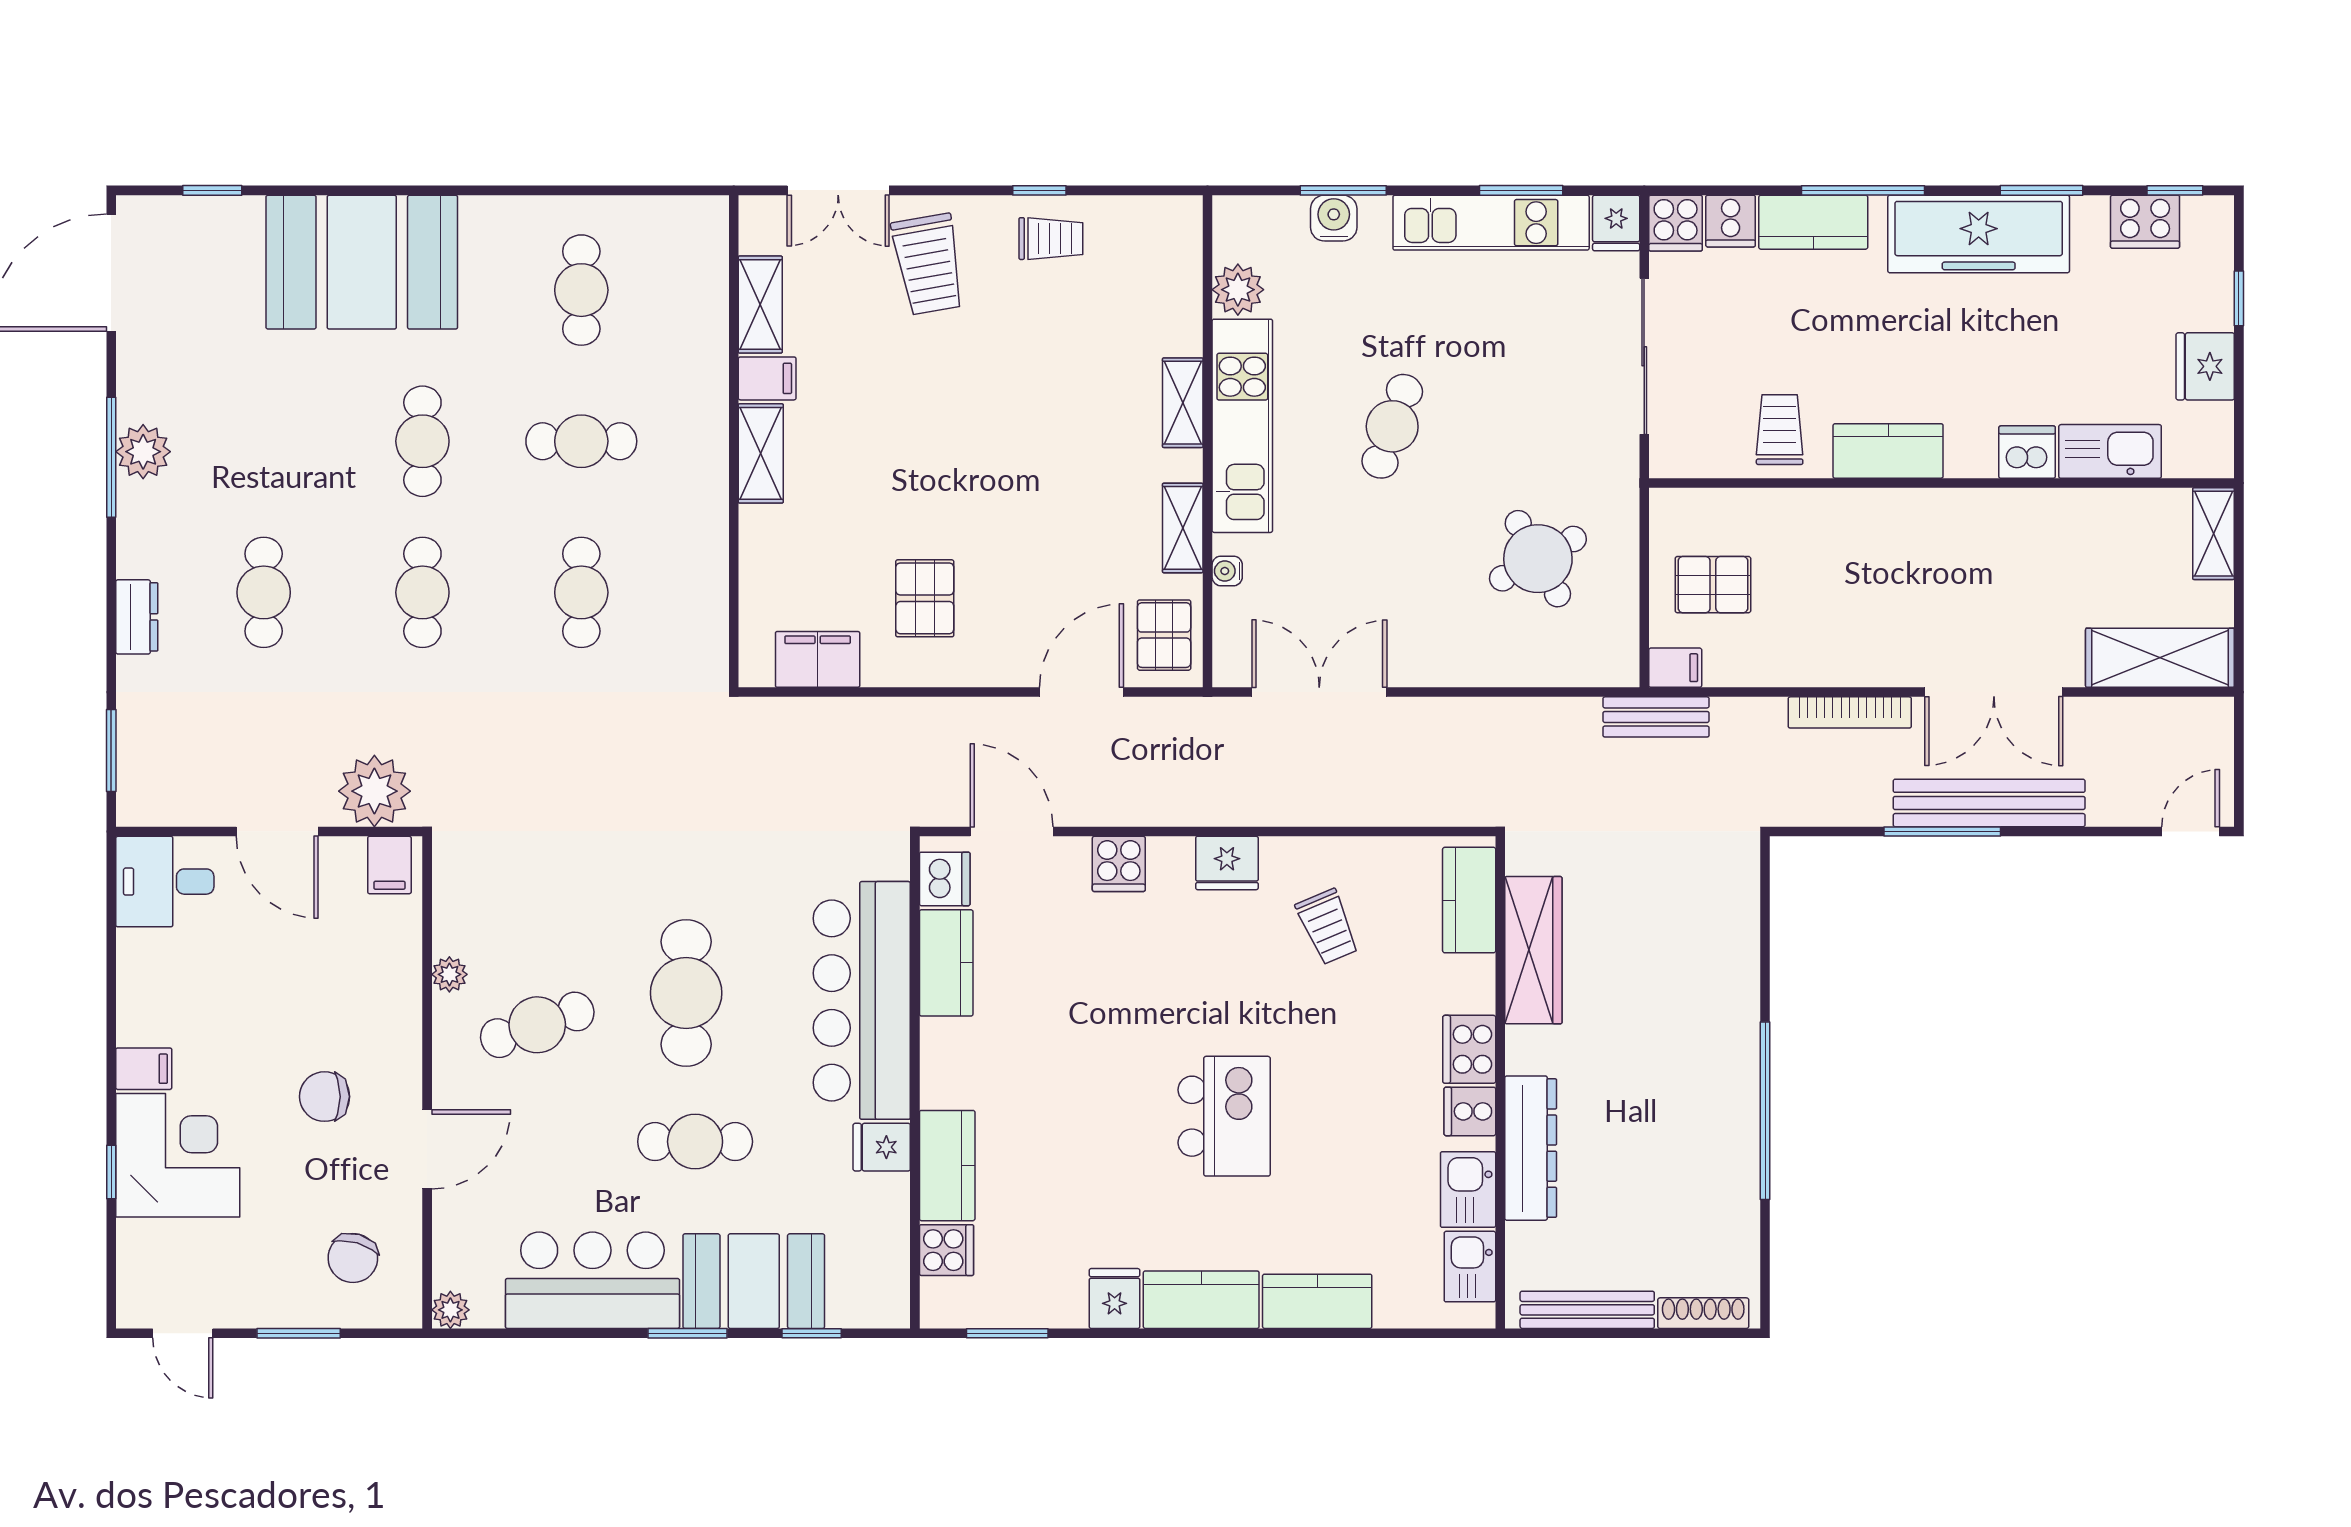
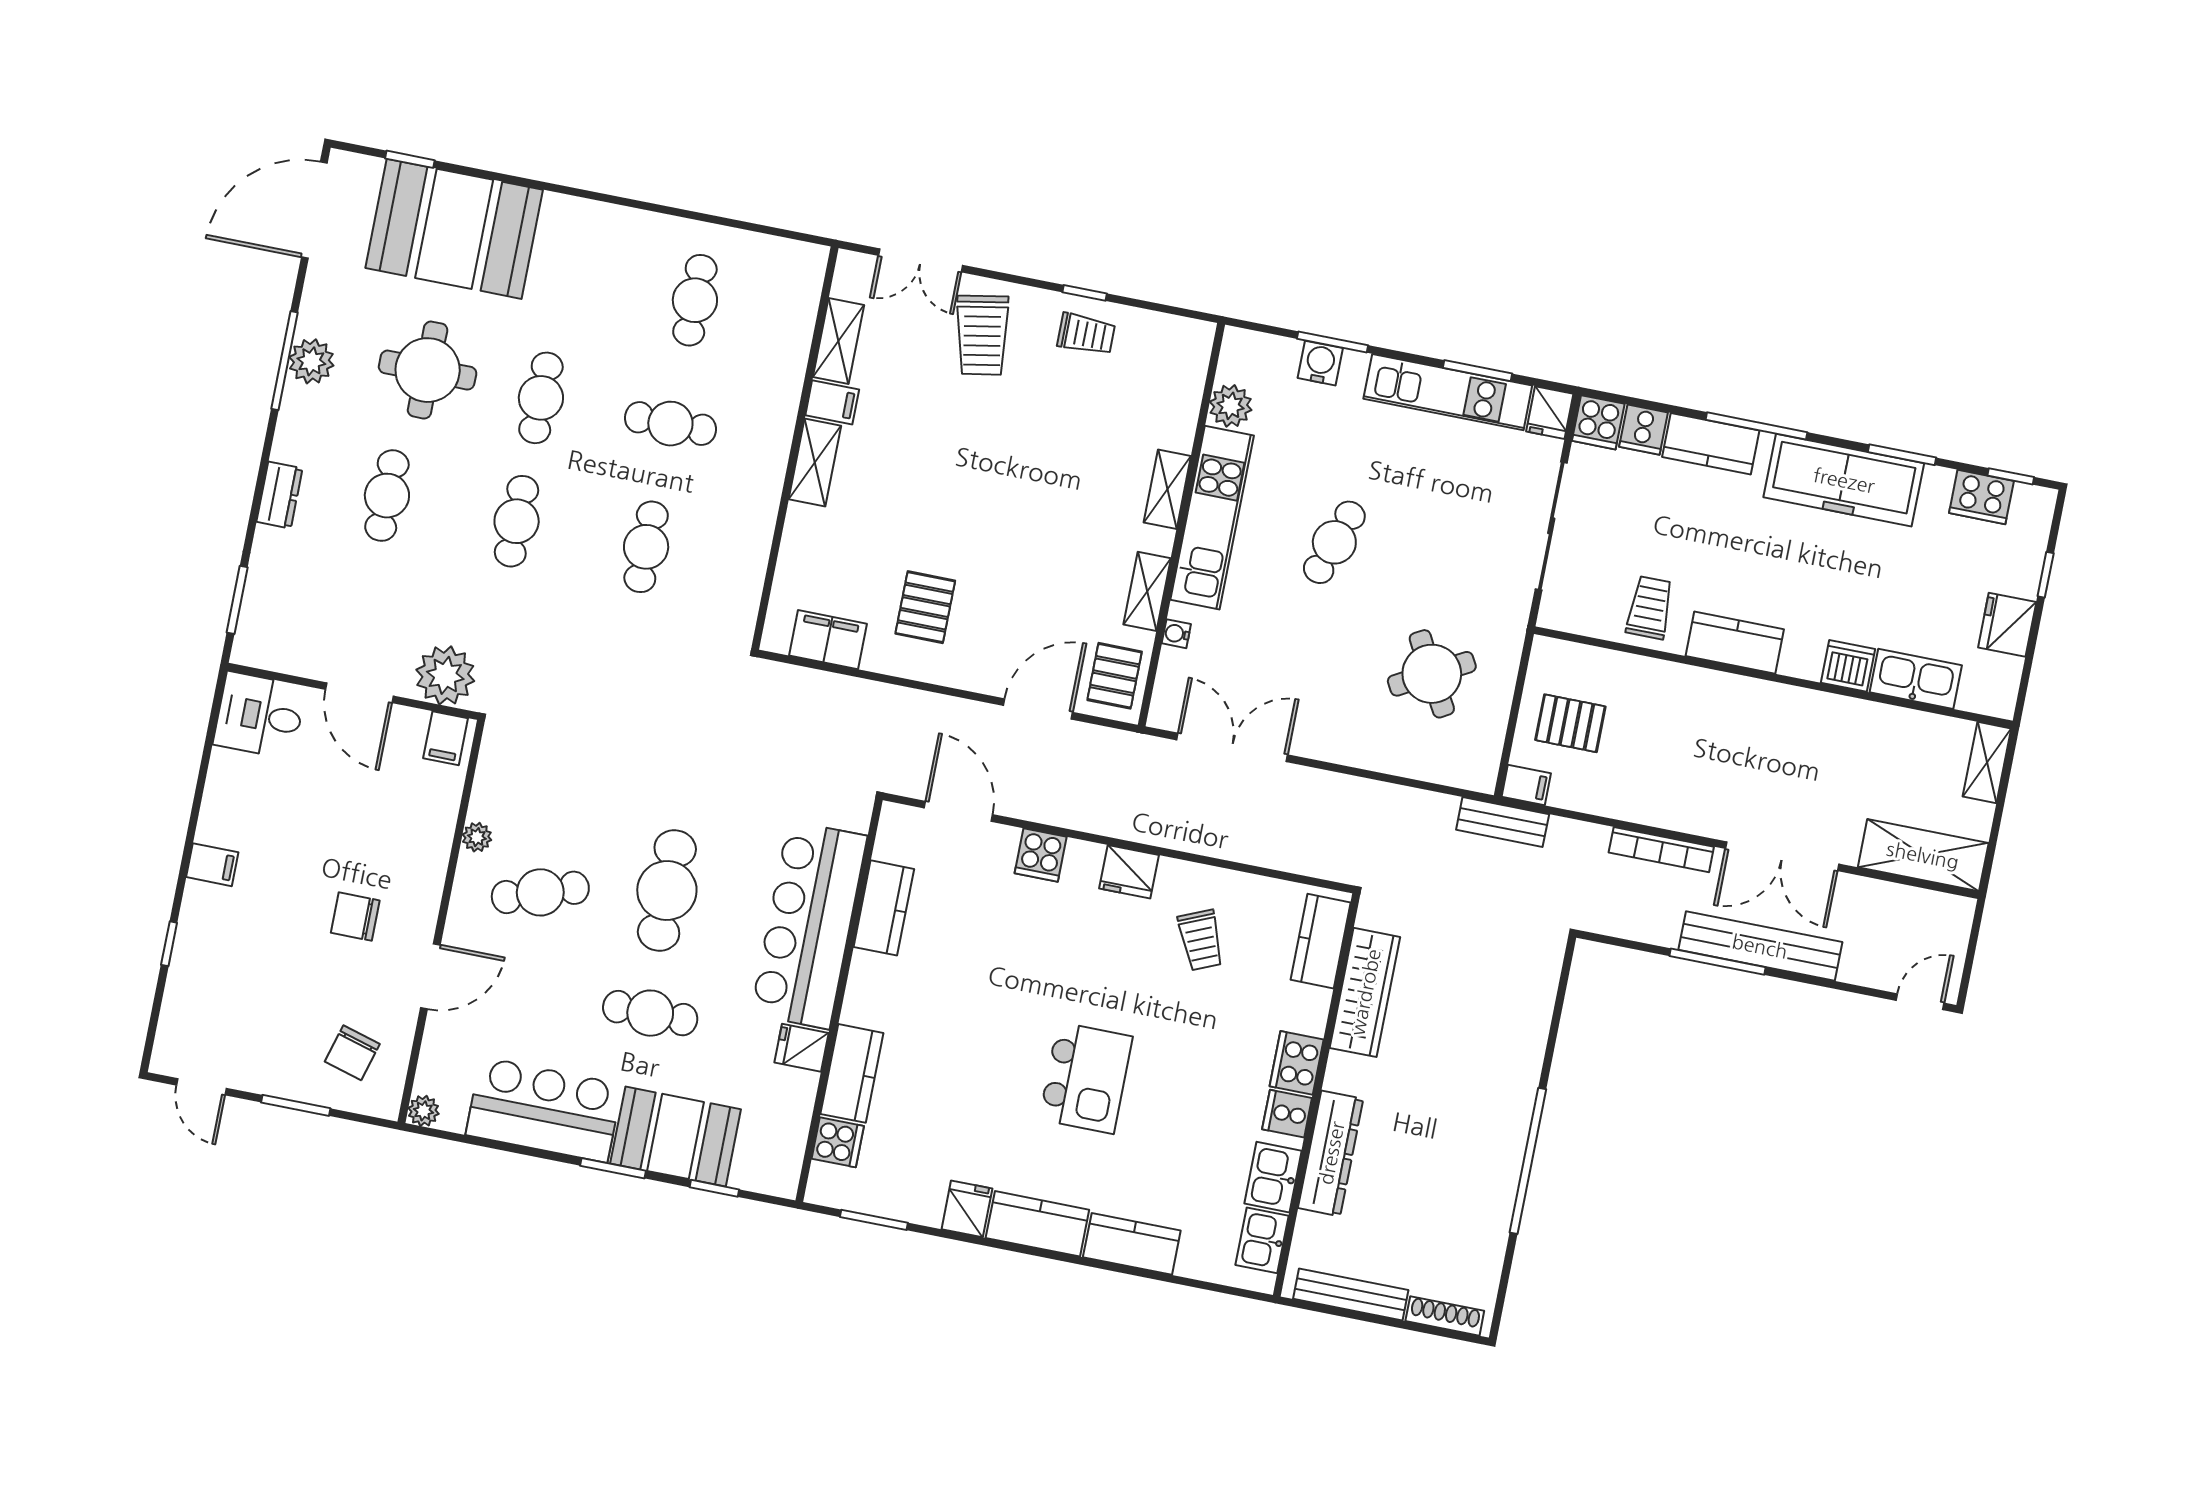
booth: (362, 262) -> (454, 229), moved
round table: (282, 435) -> (428, 370), added
dishwasher: (945, 879) -> (896, 839), removed
corner desk: (178, 1155) -> (226, 941), removed

